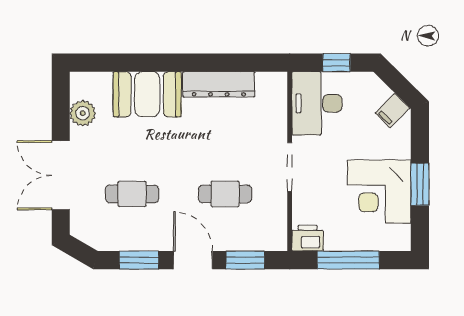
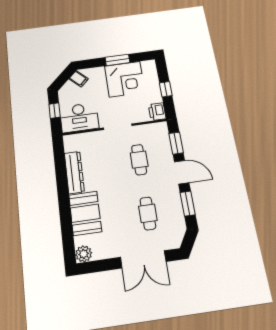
plant: (83, 113) -> (84, 254), moved
door: (193, 260) -> (182, 172), swing flipped
window: (348, 260) -> (166, 89), width x0.46

